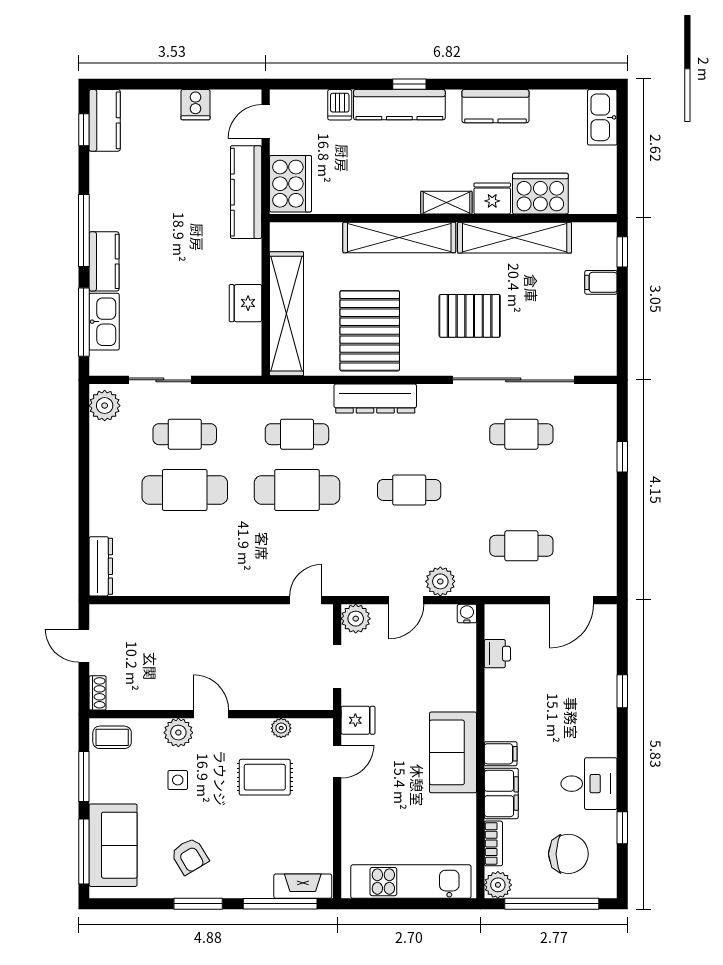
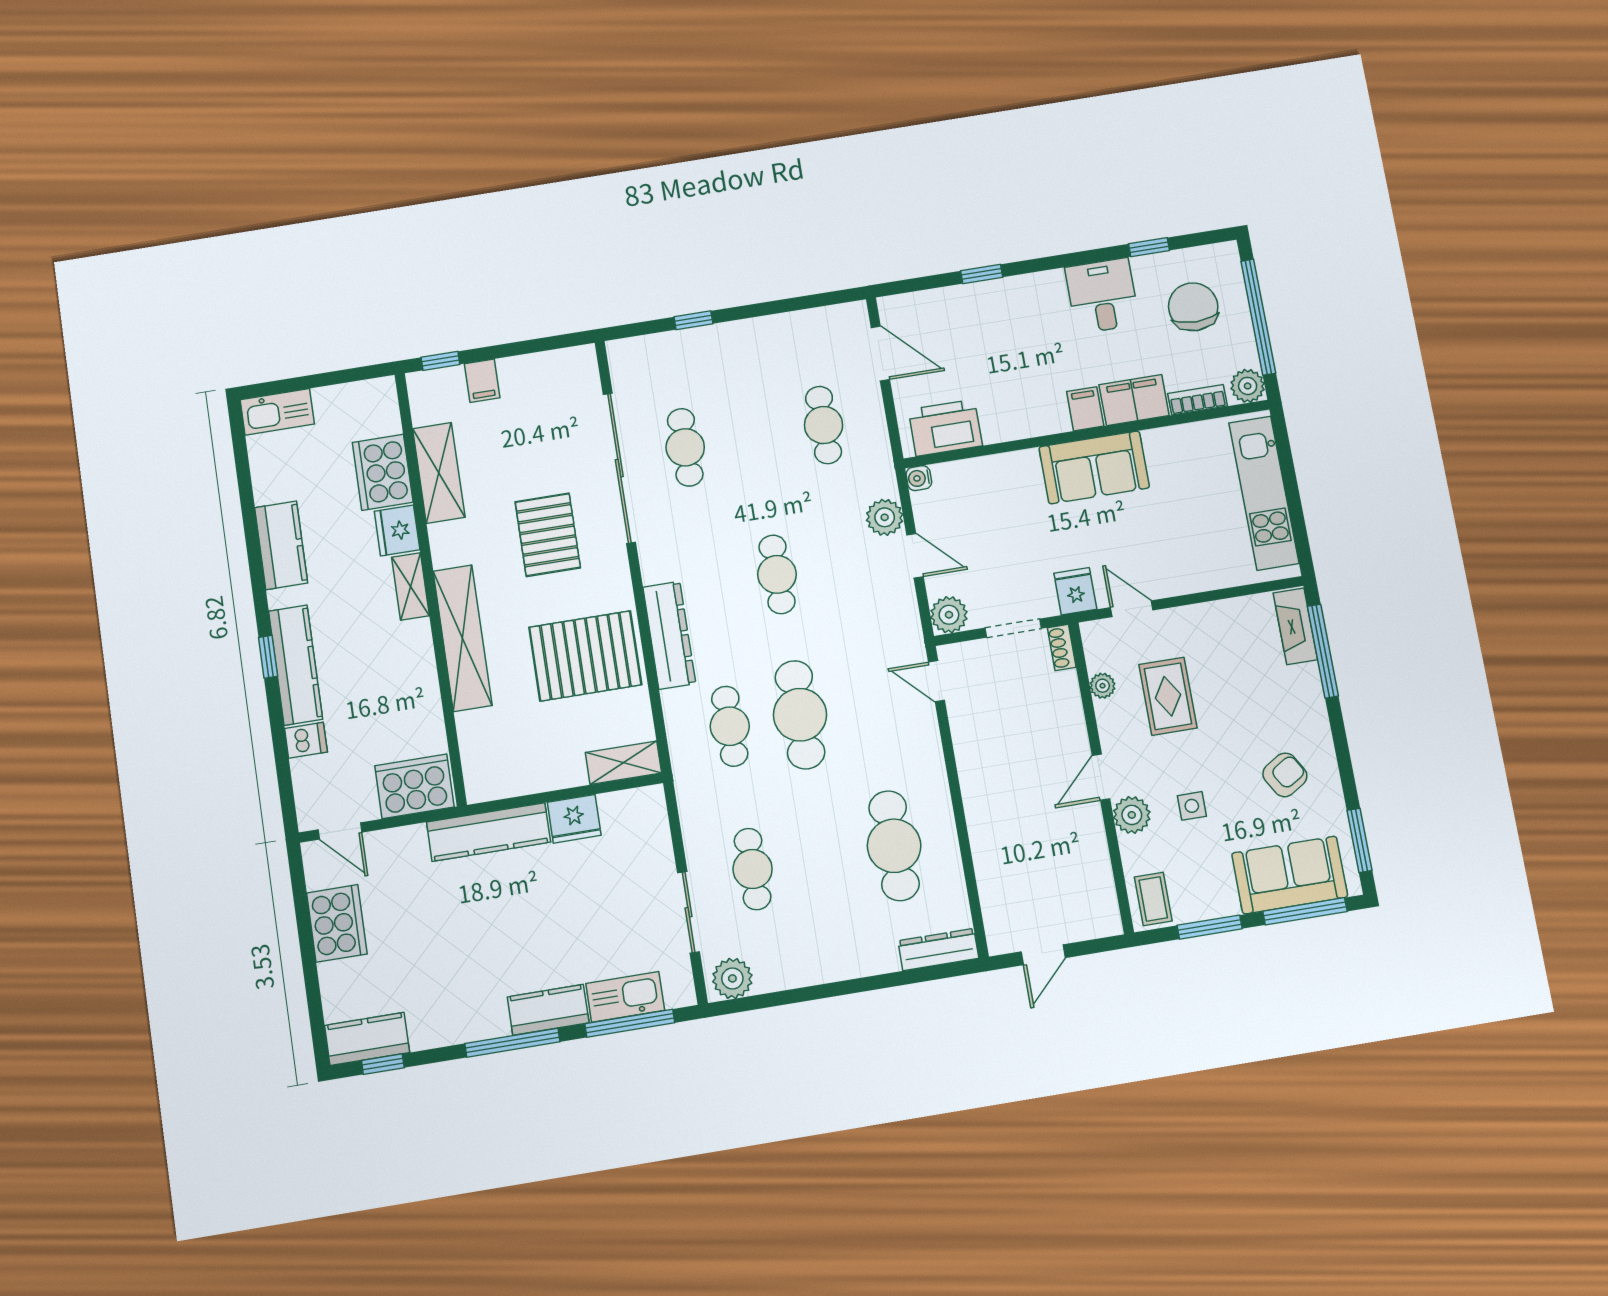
cooker: (195, 105) -> (337, 923), width x1.87, depth x1.31
kitchen counter: (246, 192) -> (488, 832), moved
shelving: (515, 238) -> (439, 473), width x0.68
shelving: (286, 314) -> (623, 763), width x0.45, depth x0.75
cafe table: (185, 490) -> (894, 846), moved
printer: (497, 654) -> (945, 428), width x1.87, depth x1.48
shoe rack: (98, 693) -> (1062, 648), moved, turned -90
window: (198, 904) -> (1359, 840), moved

